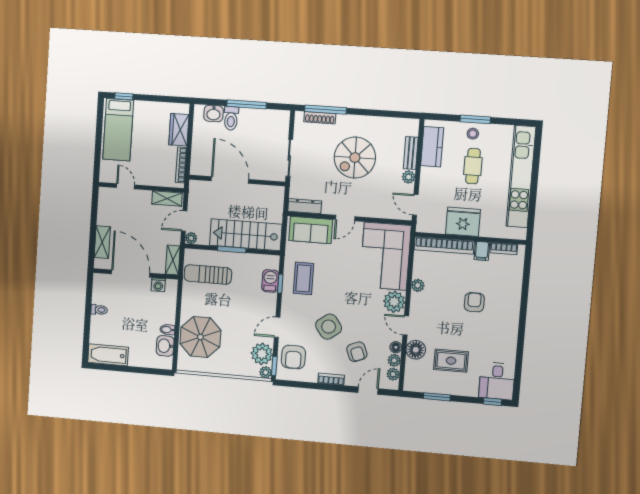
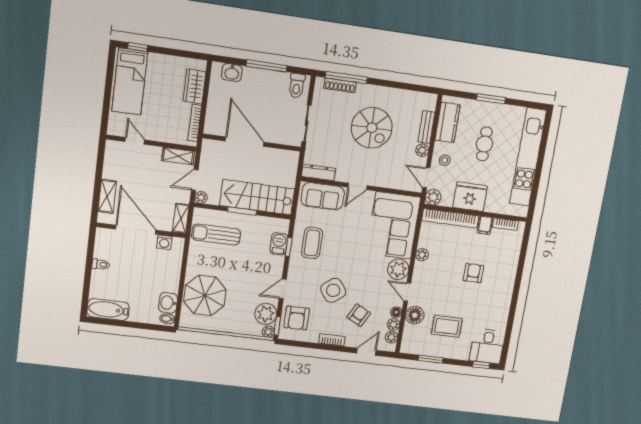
toilet: (231, 118) -> (297, 86), moved
stool: (473, 134) -> (445, 160), moved
spiral stairs: (355, 158) -> (372, 128), turned -90
plant: (424, 224) -> (433, 197), added
bidet: (167, 330) -> (167, 319), moved
armchair: (357, 352) -> (359, 315), turned -130

